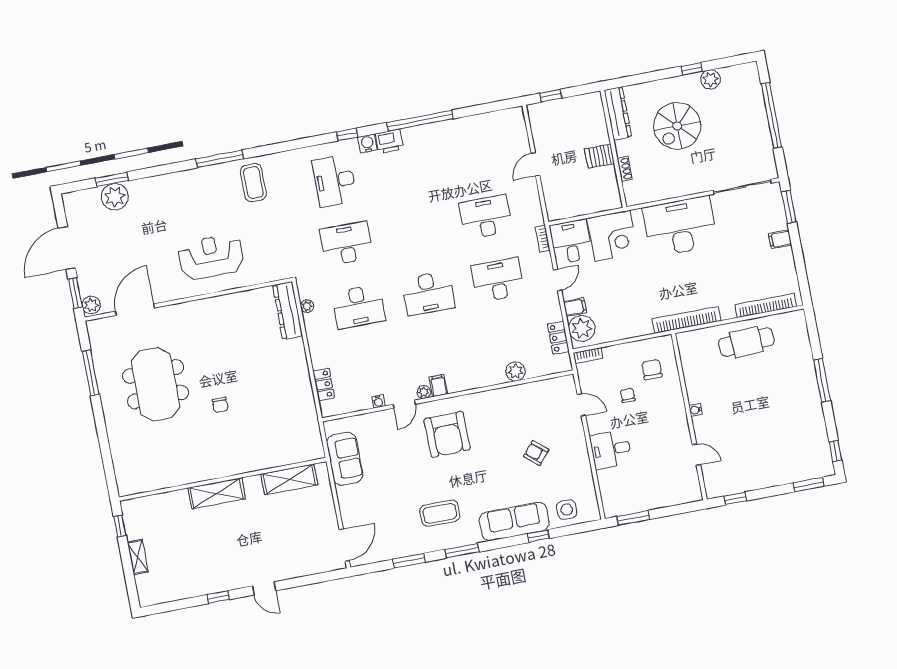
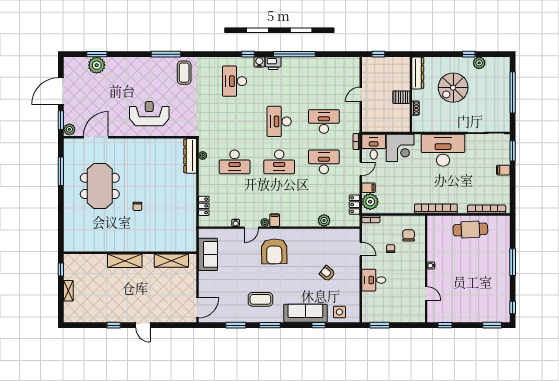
desk: (346, 244) -> (279, 121), moved, turned -90

